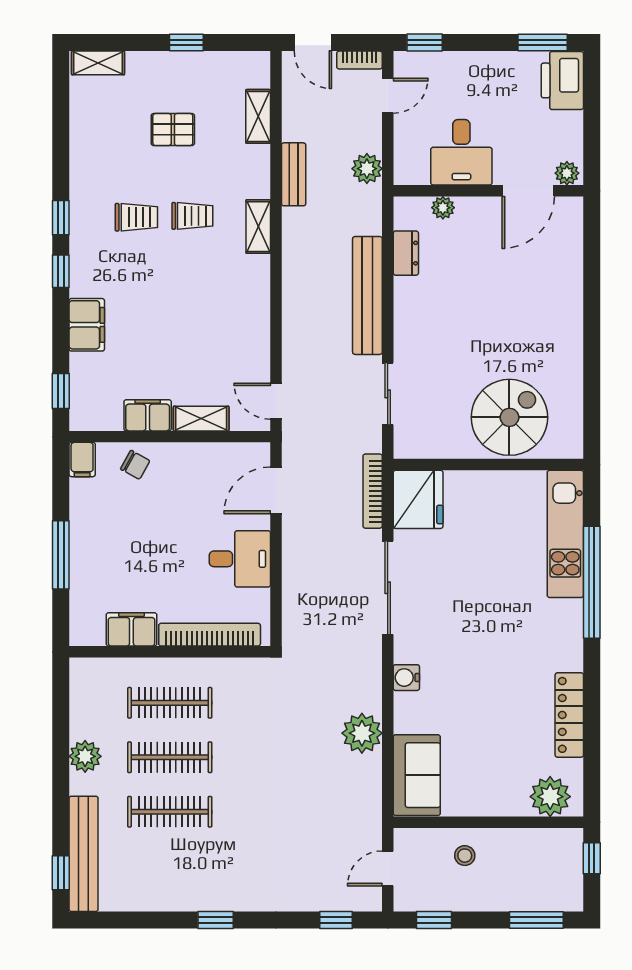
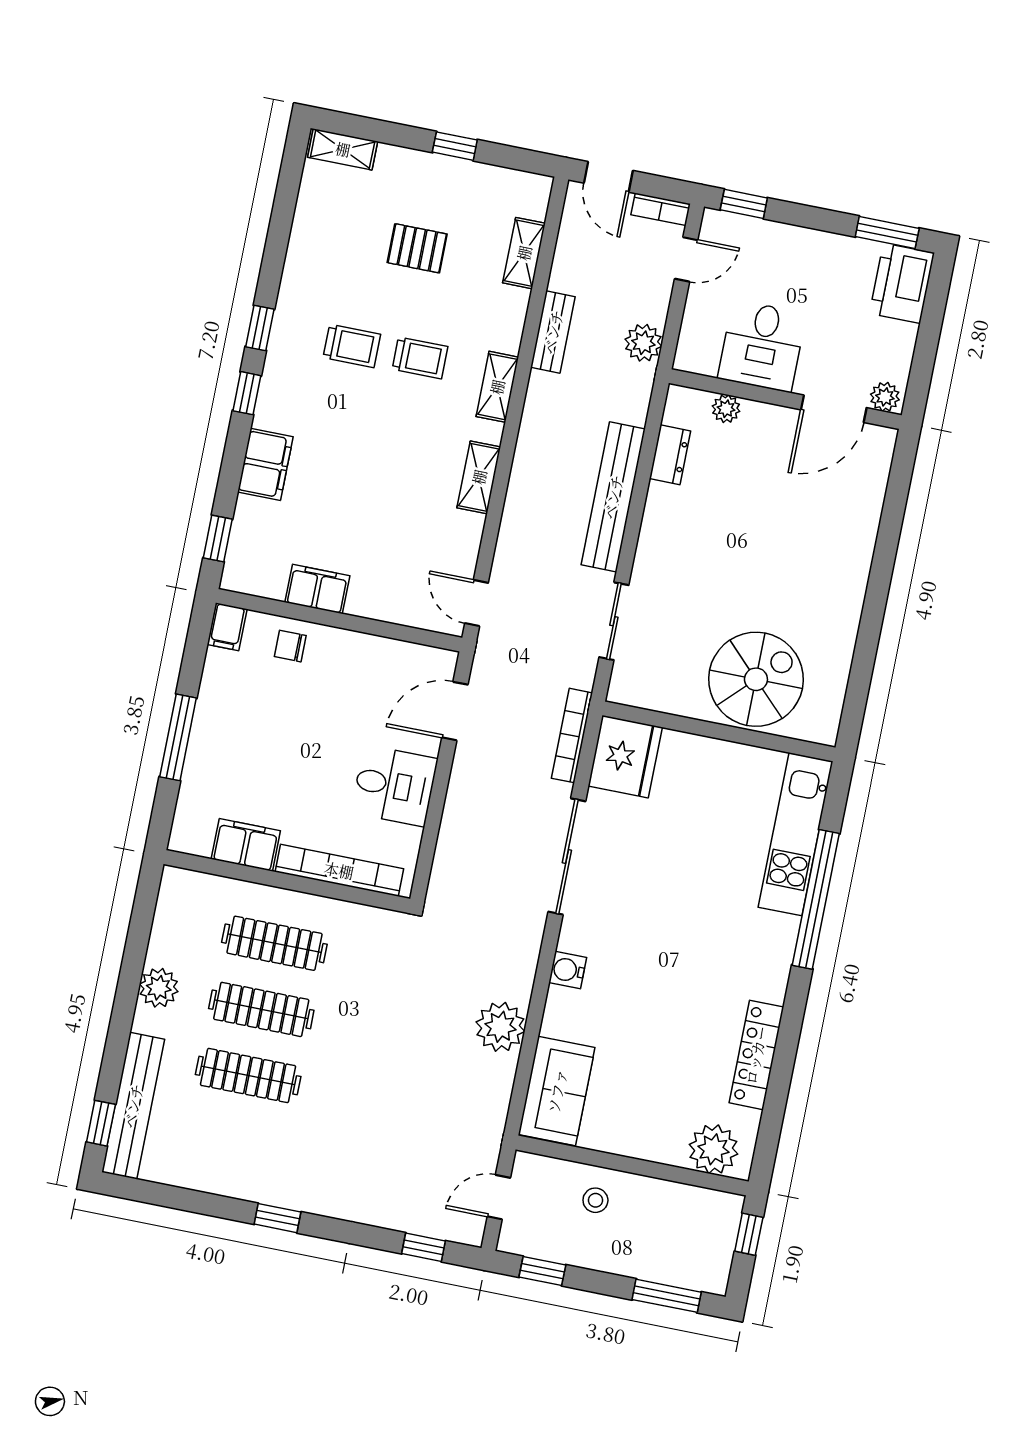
shelving: (201, 419) -> (479, 477), moved, turned 90
chair: (135, 465) -> (290, 646), turned 151

